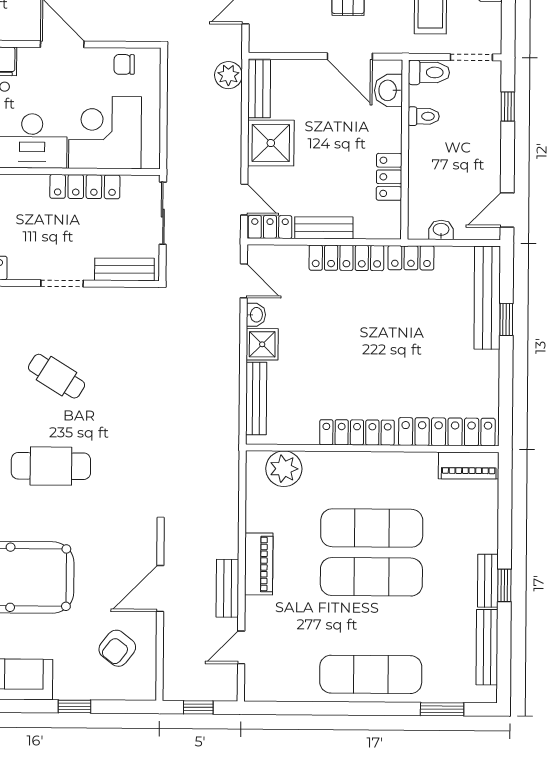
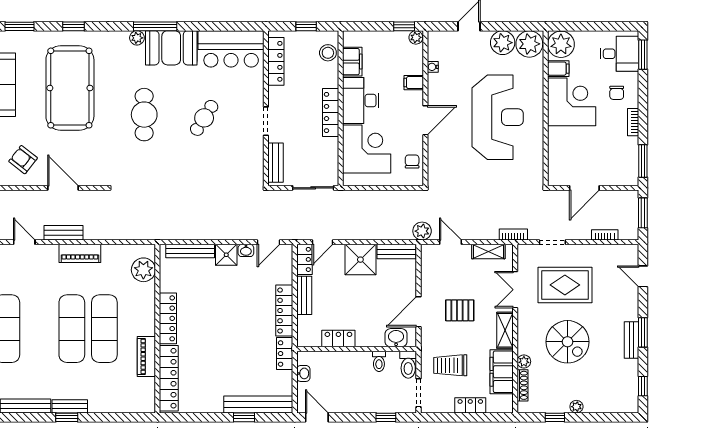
plant: (228, 75) -> (422, 231), moved
locker: (85, 187) -> (331, 112), moved
piano: (469, 466) -> (146, 356), moved

